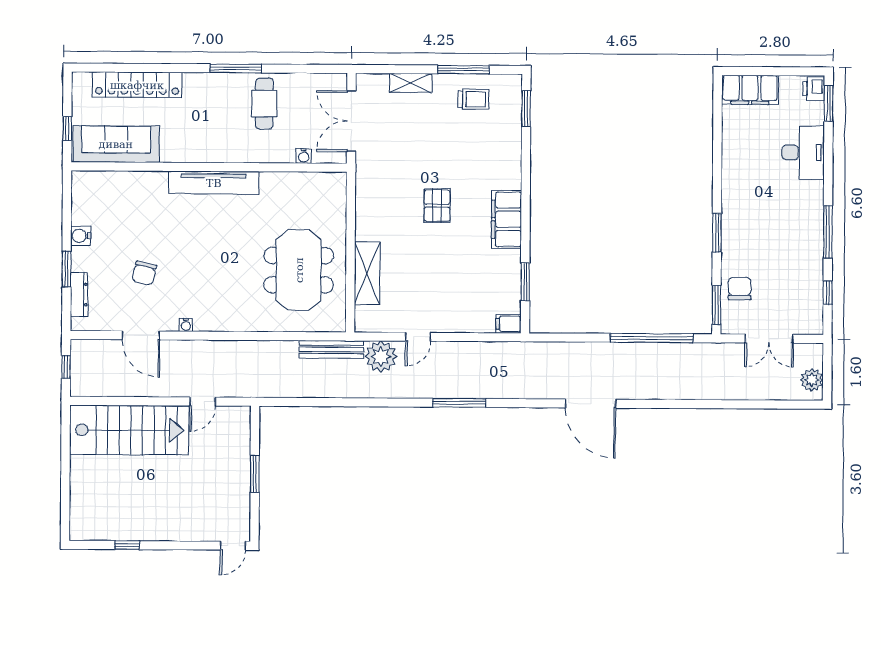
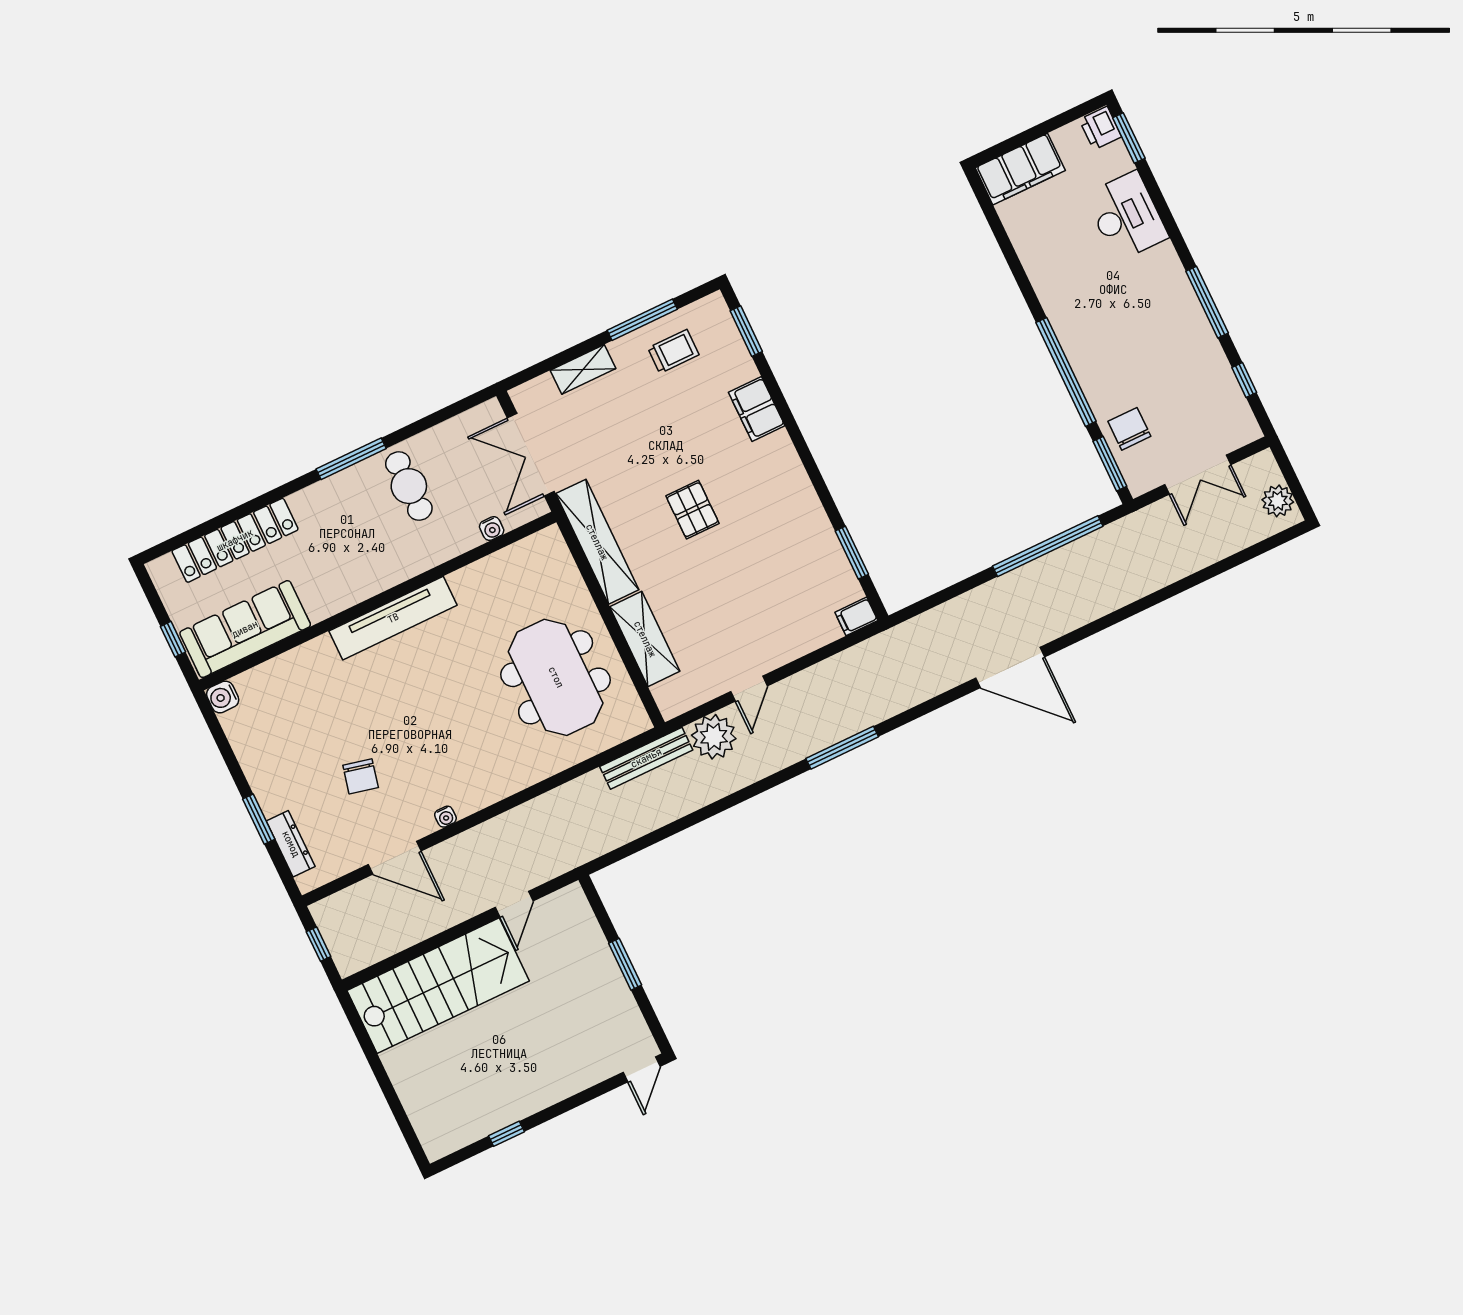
shelving: (367, 197) -> (597, 542), added
filing cabinet: (506, 219) -> (757, 409), moved, width x0.67, depth x0.86
window: (717, 233) -> (1066, 372), width x2.11
water cooler: (81, 236) -> (223, 697), moved

